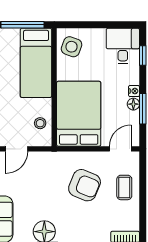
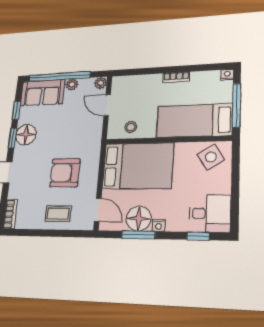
side table: (71, 47) -> (211, 157), turned 37
floor lamp: (133, 104) -> (139, 219), width x1.89, depth x1.89
armchair: (85, 185) -> (65, 173), turned 68

